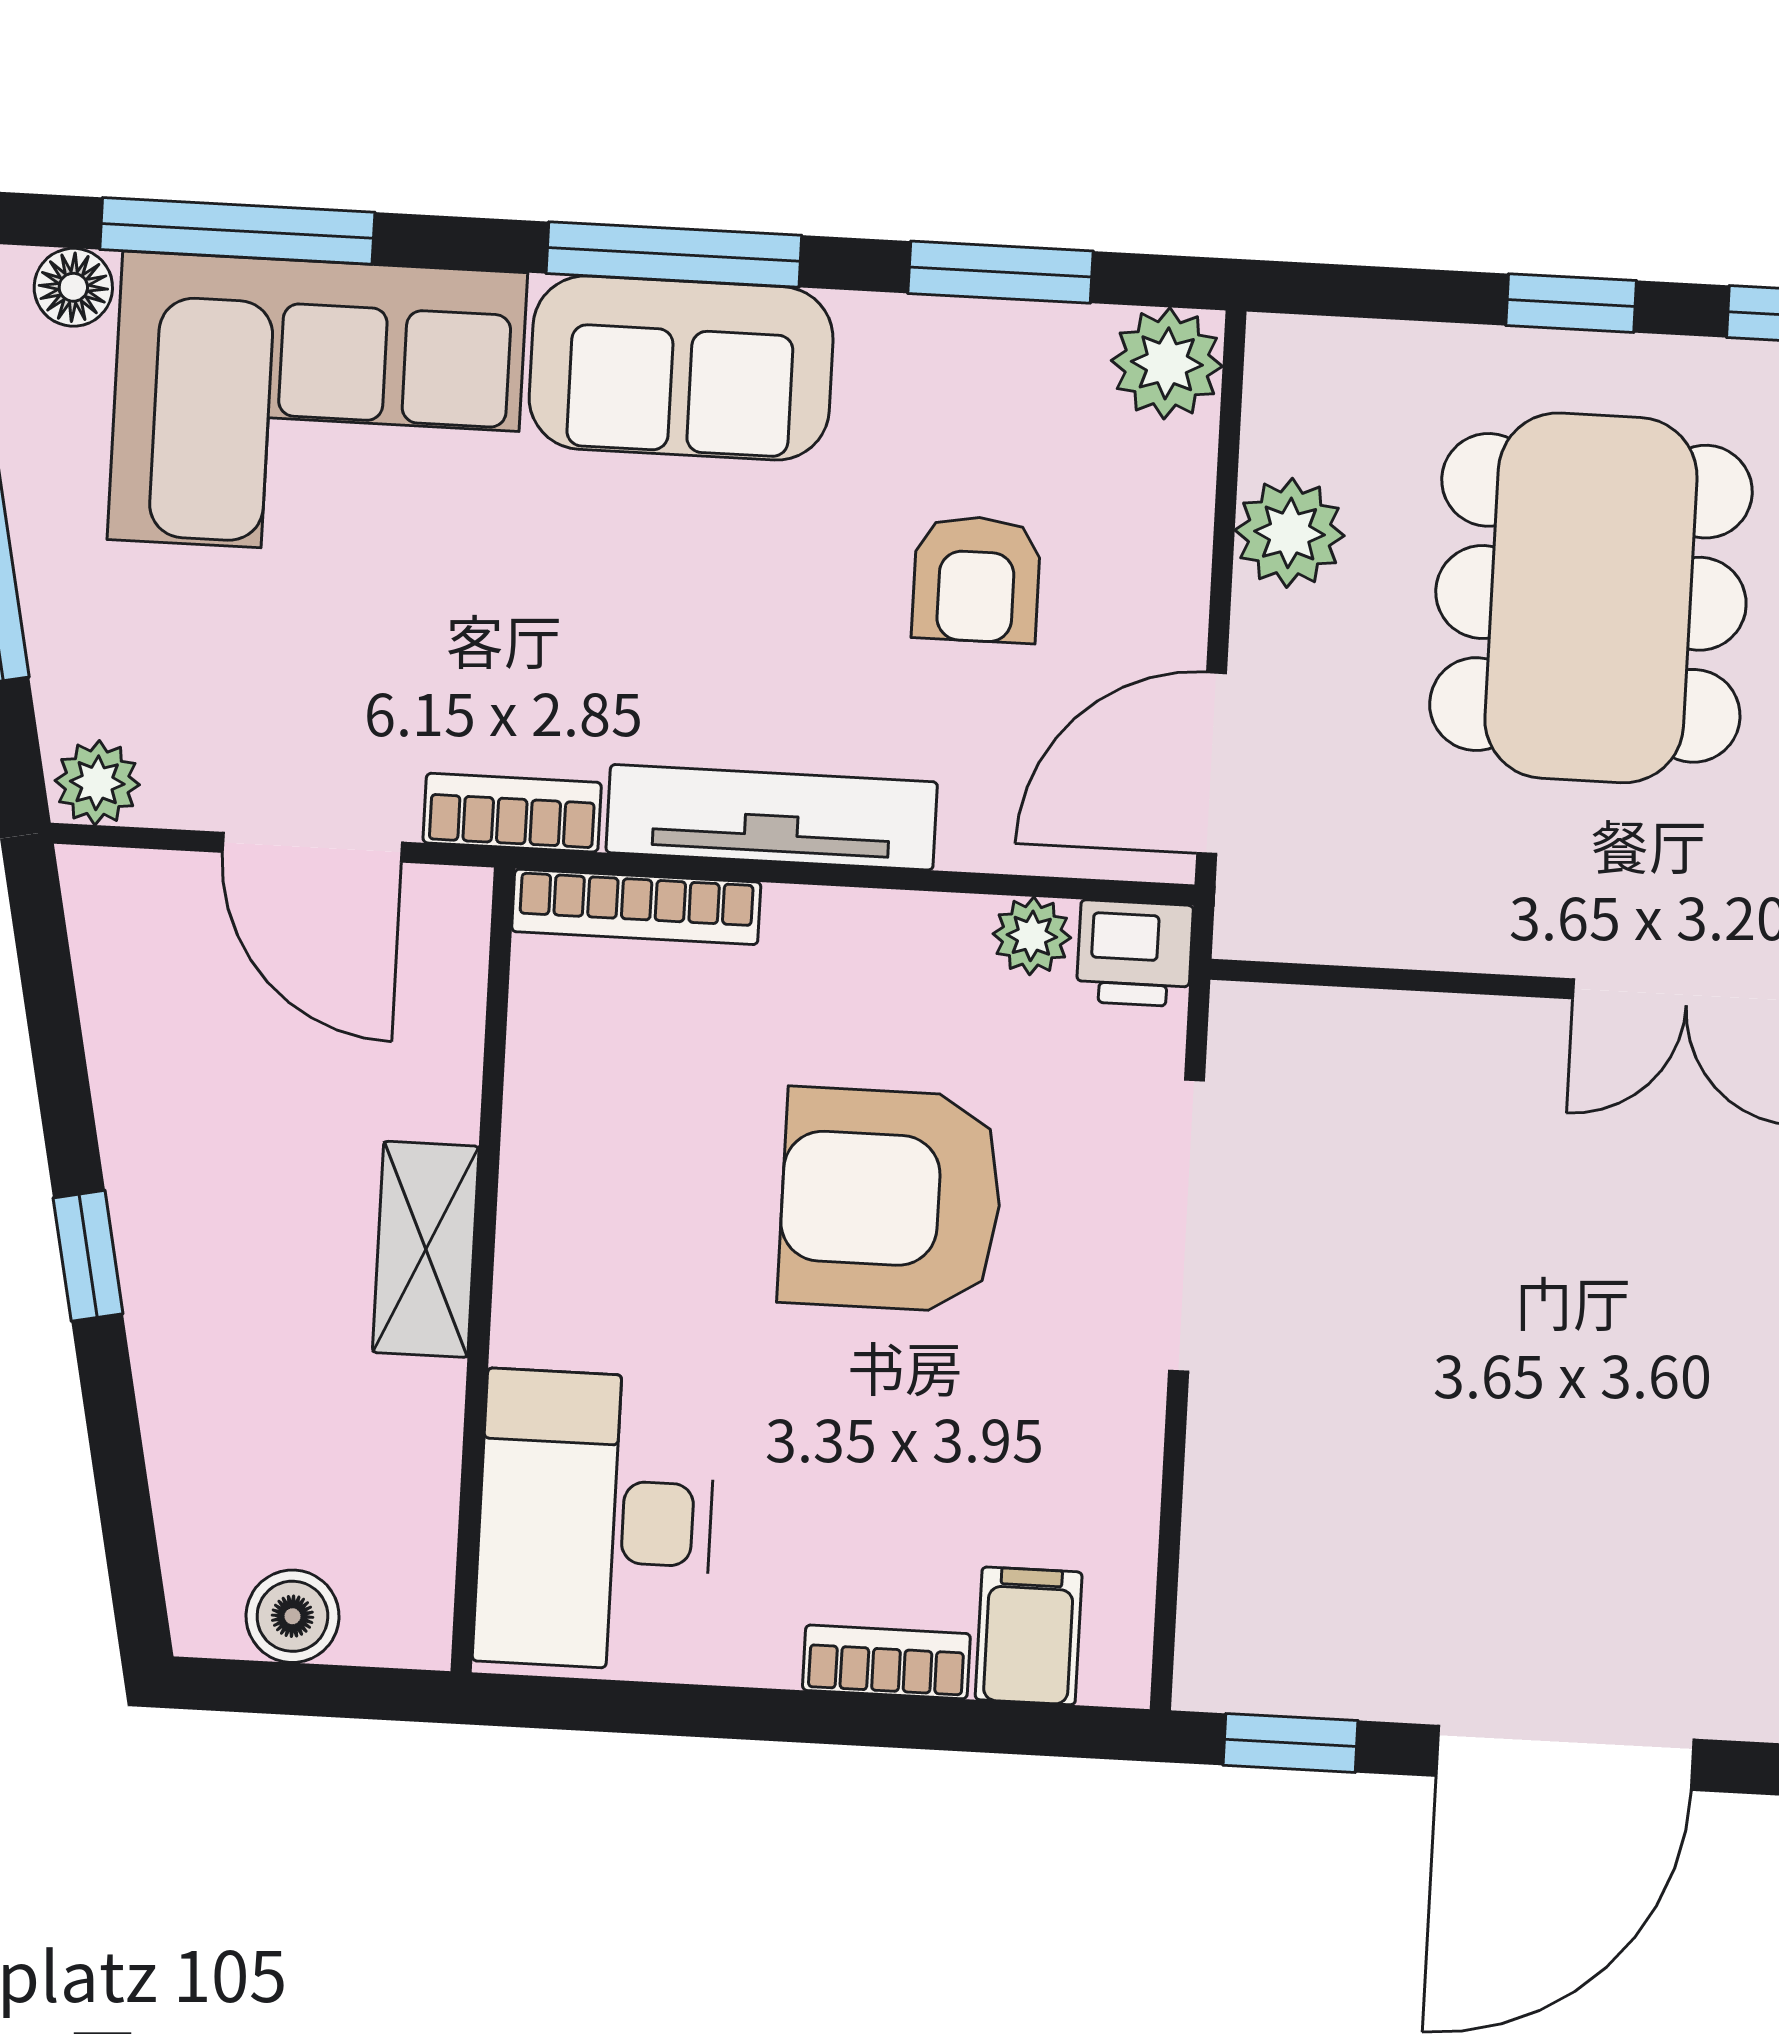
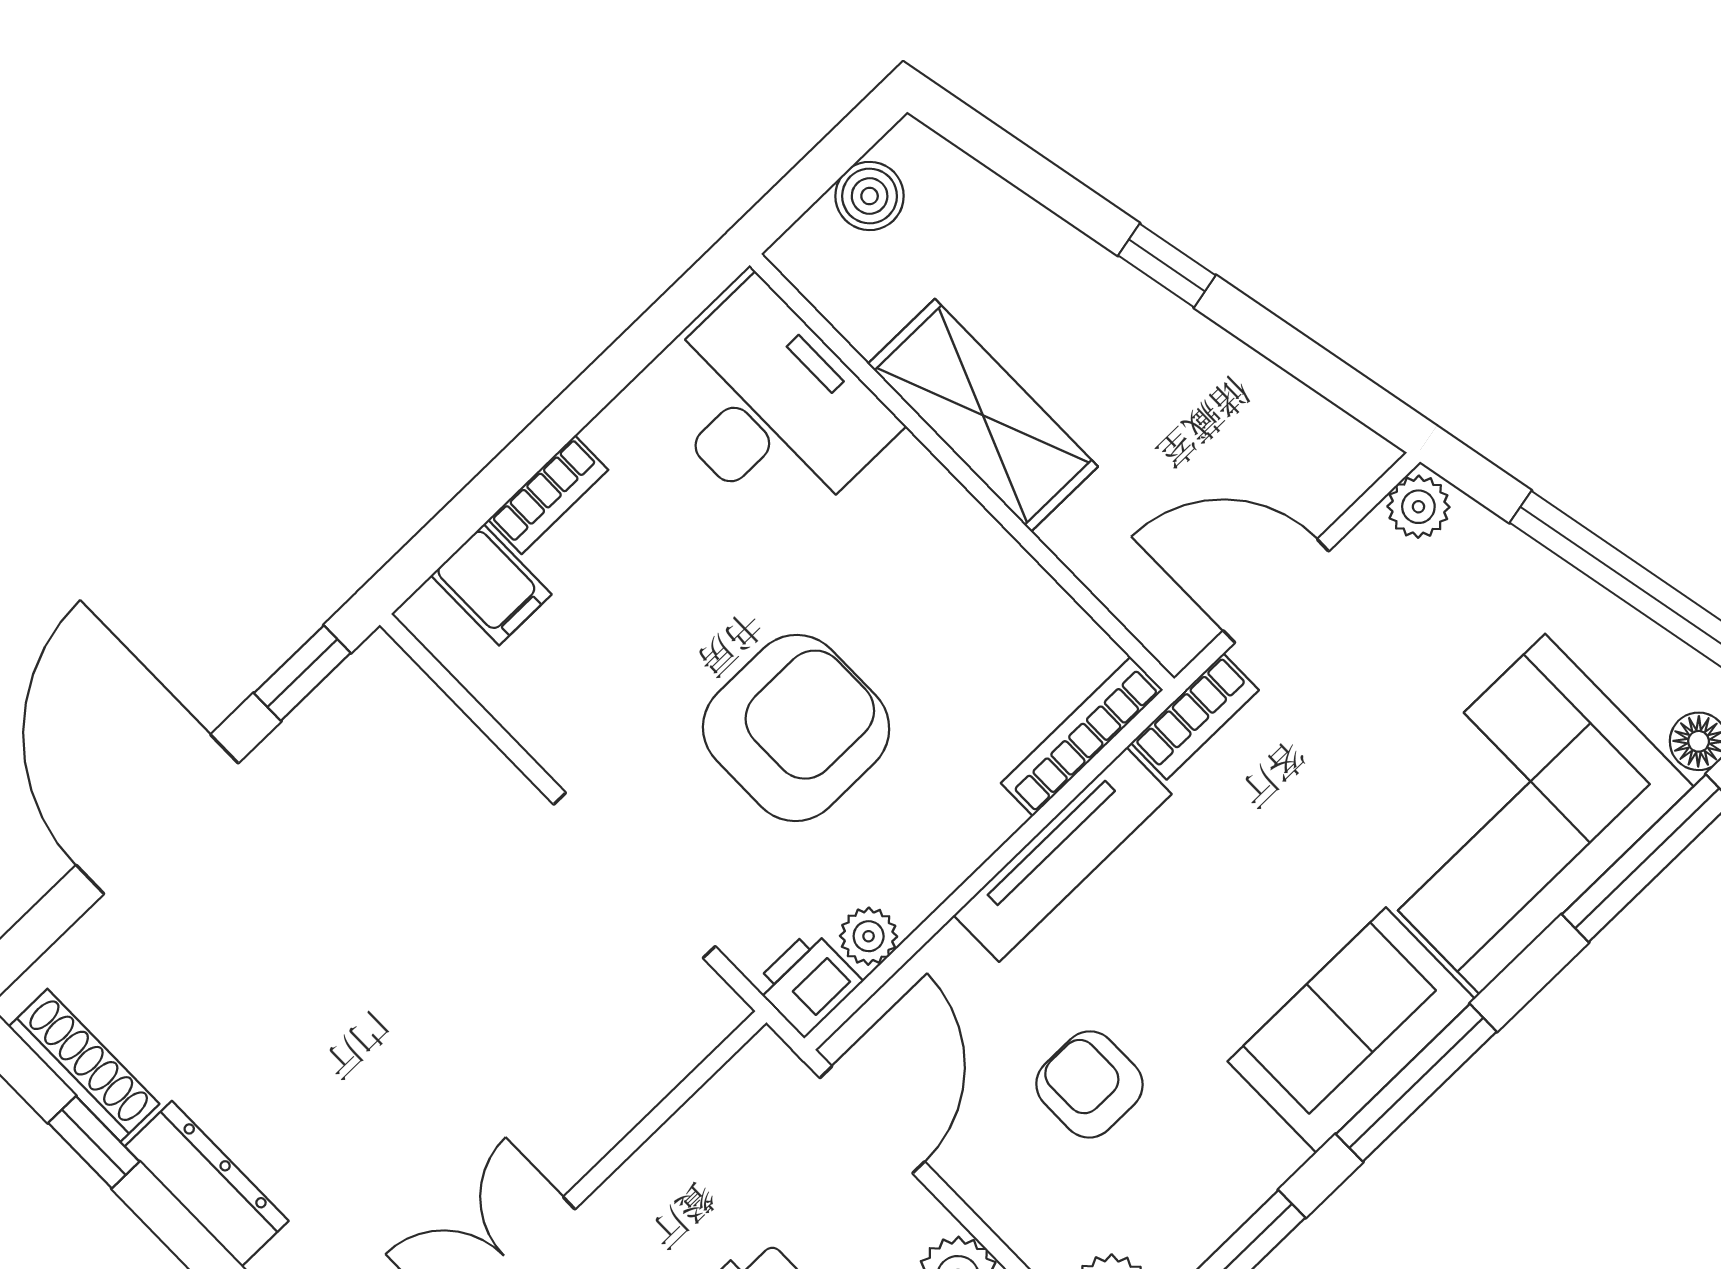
shelving: (426, 1249) -> (983, 415), width x1.50, depth x1.33

